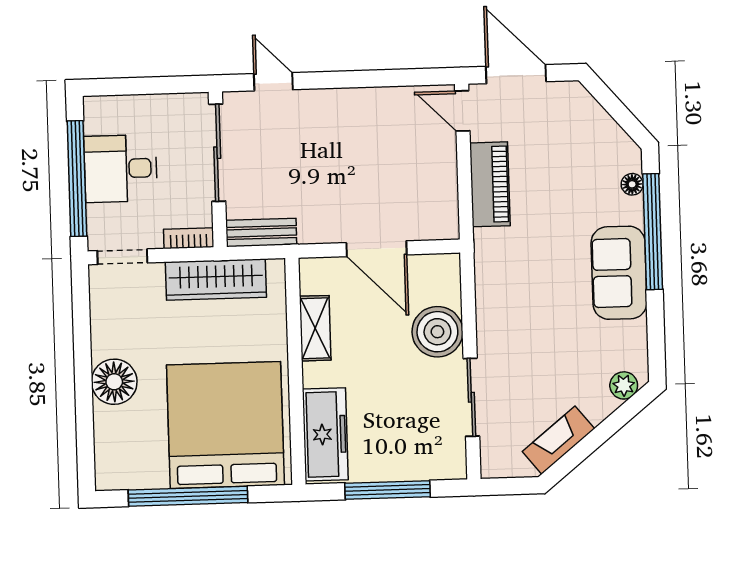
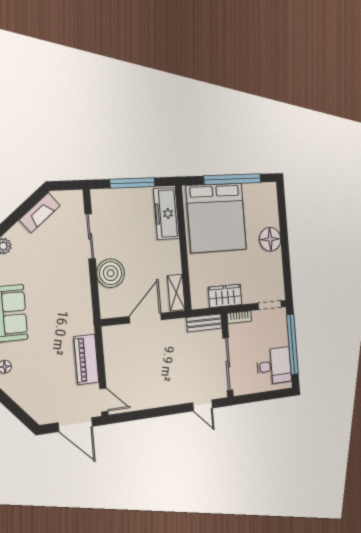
desk: (121, 169) -> (274, 366), moved
door: (376, 249) -> (145, 318), hinge flipped
wardrobe: (216, 280) -> (225, 296), width x0.67
shelving: (315, 328) -> (176, 293), moved

